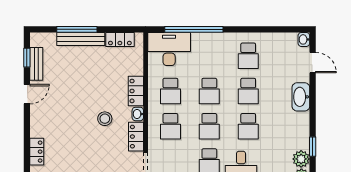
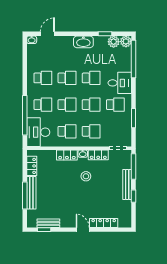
school desk: (209, 56) -> (43, 105), added
door: (27, 94) -> (83, 230), moved
washbasin: (301, 97) -> (83, 42), moved
locker: (37, 152) -> (104, 223), width x1.53

